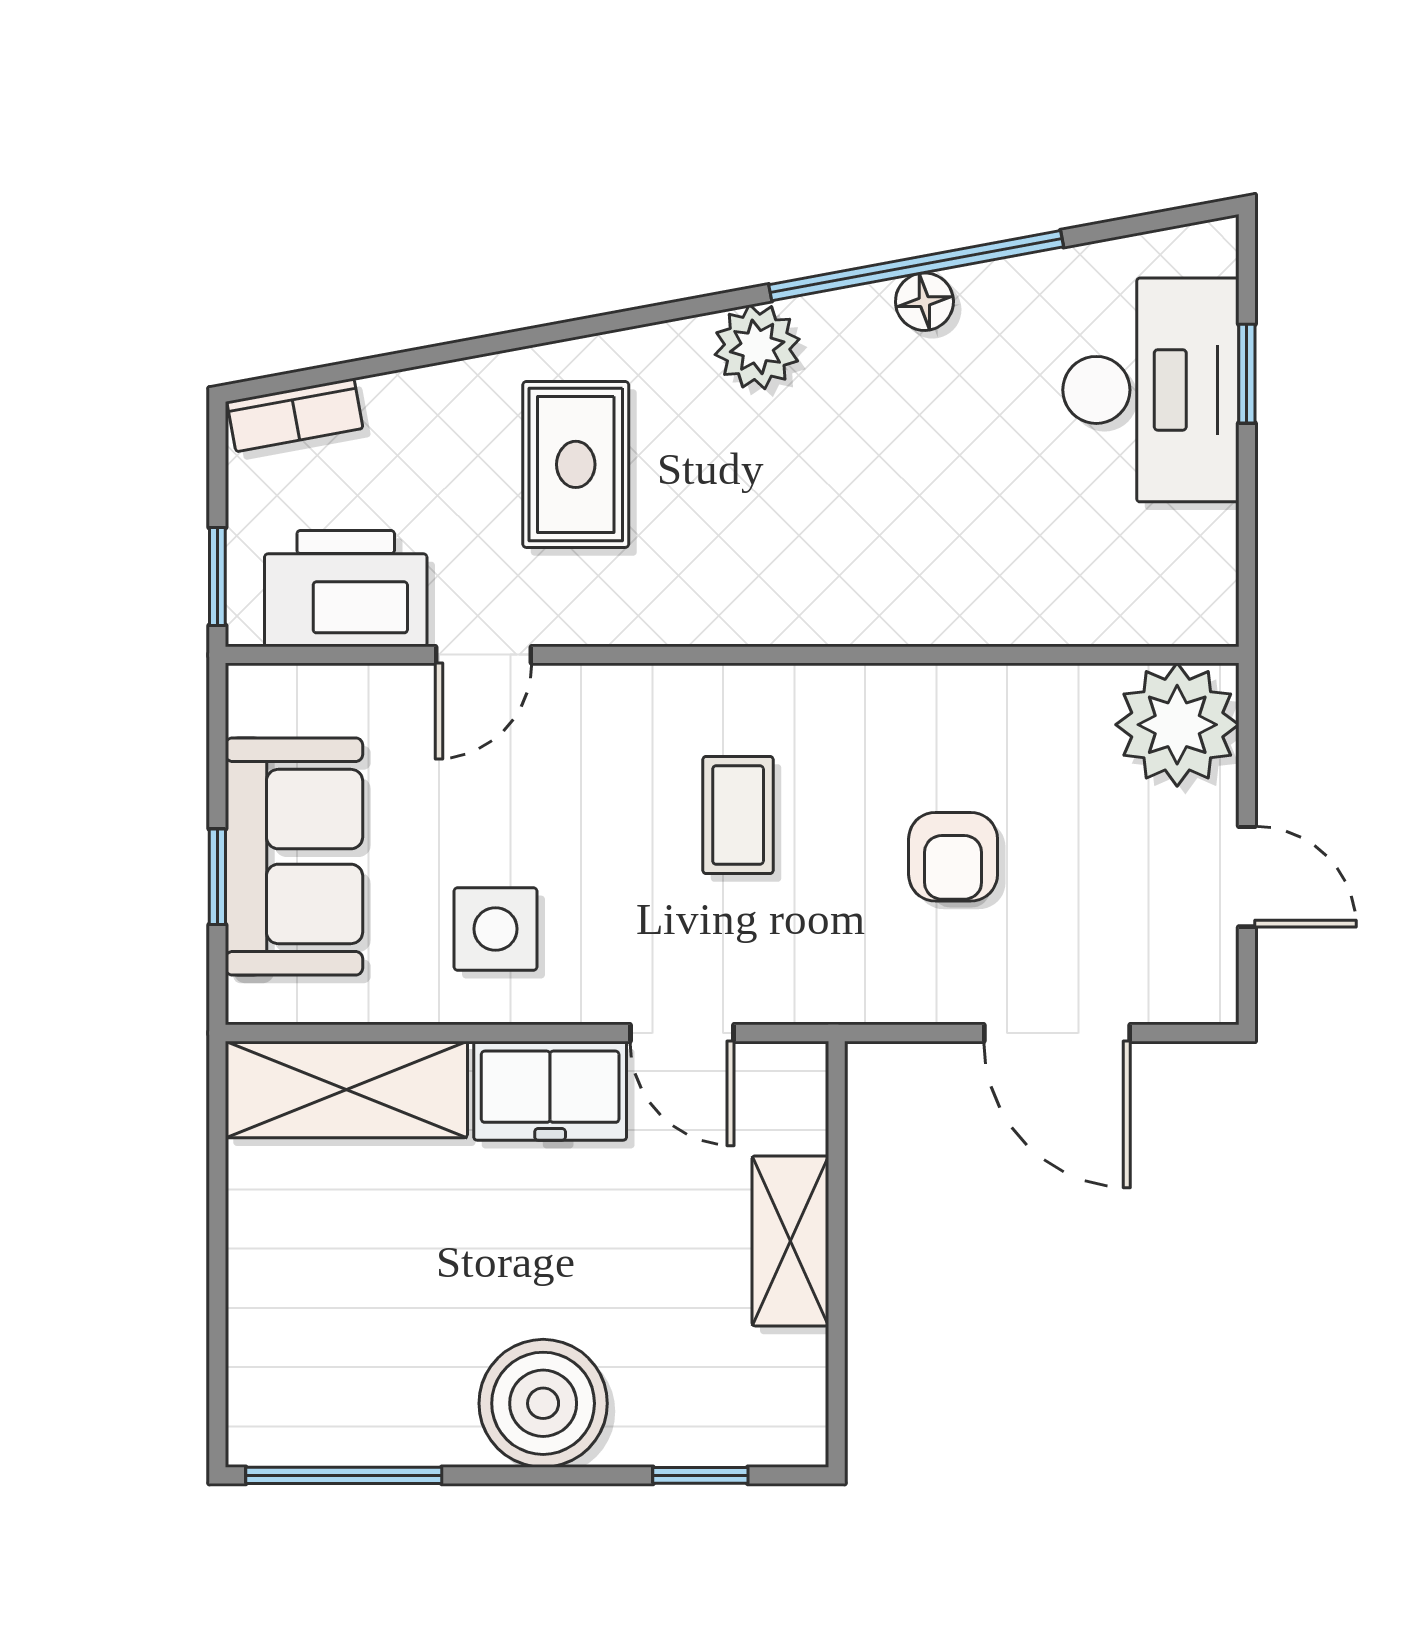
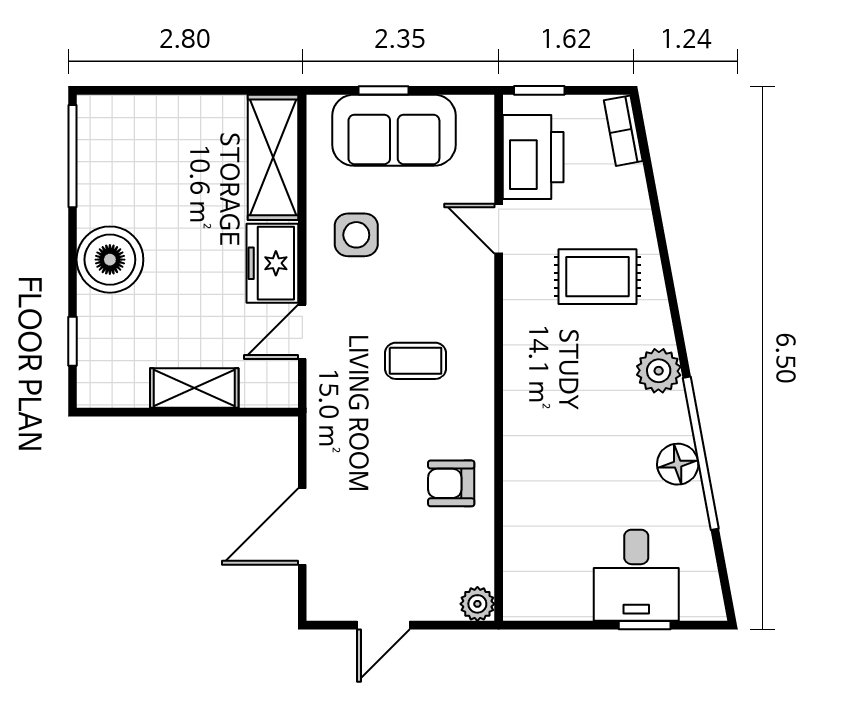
floor lamp: (924, 302) -> (678, 464), width x1.37, depth x1.37
desk: (1151, 390) -> (636, 575), width x0.73
plant: (1177, 725) -> (477, 604), width x0.53, depth x0.53
armchair: (953, 857) -> (451, 483), moved

